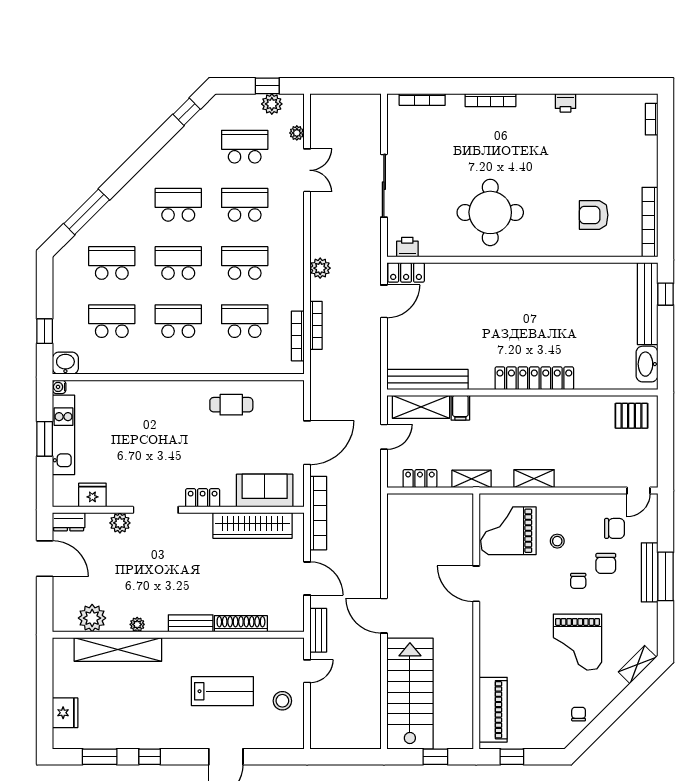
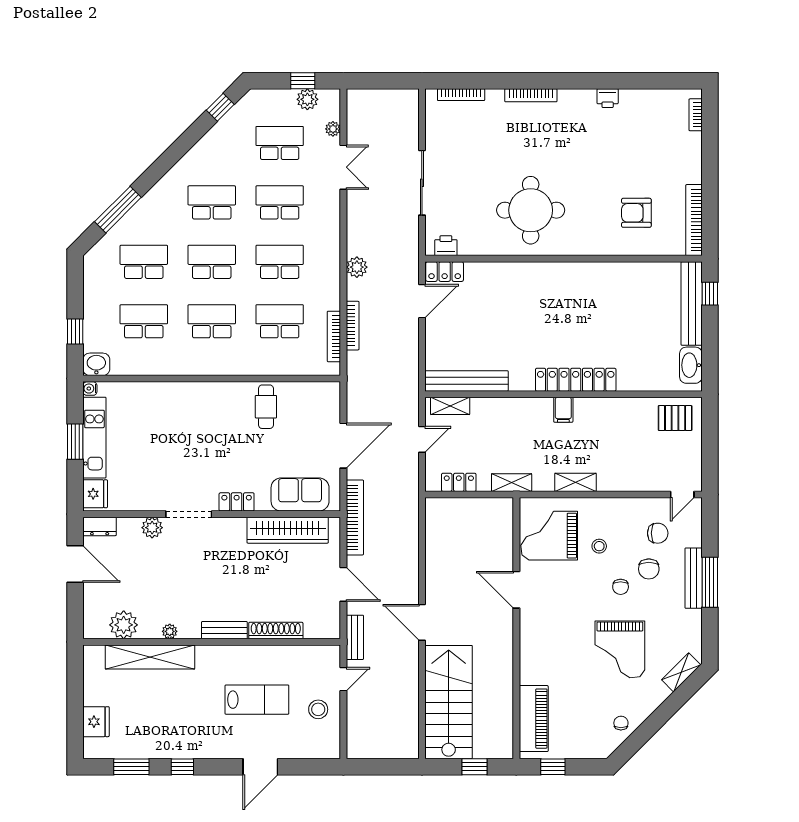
cafe table: (231, 405) -> (266, 407), turned 90
shelving: (421, 407) -> (450, 406), width x0.67, depth x0.75
filing cabinet: (460, 408) -> (563, 410), moved
fridge: (92, 495) -> (95, 494), moved, turned 90

